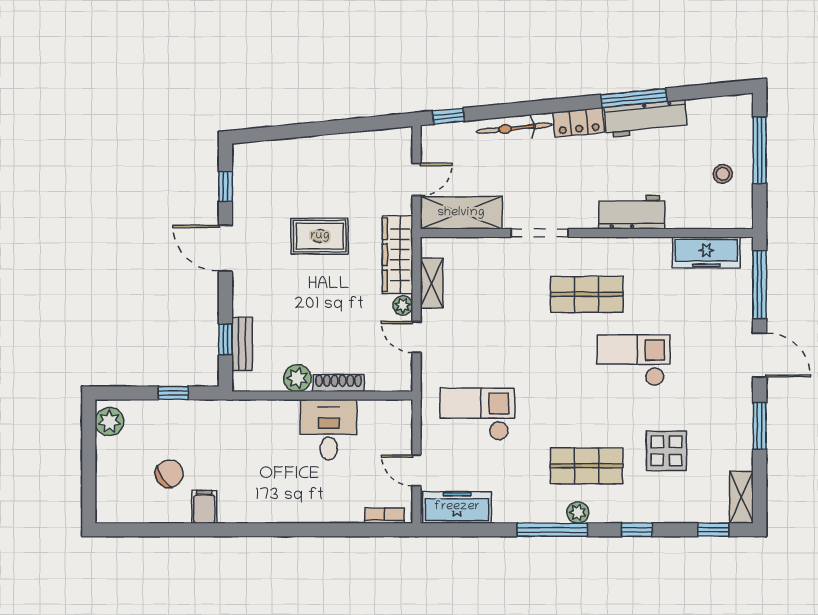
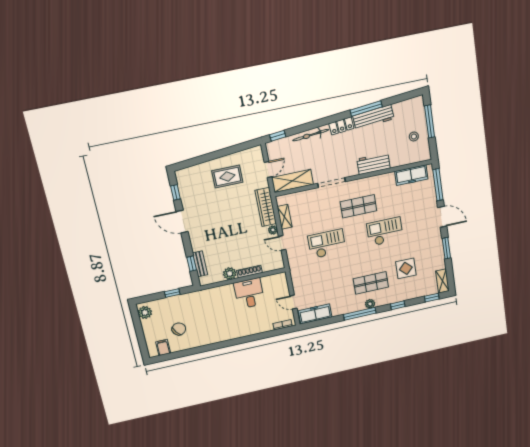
rug: (320, 236) -> (227, 177), moved
checkout: (477, 414) -> (327, 244), moved
filing cabinet: (204, 507) -> (163, 348), moved

